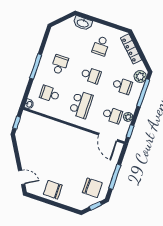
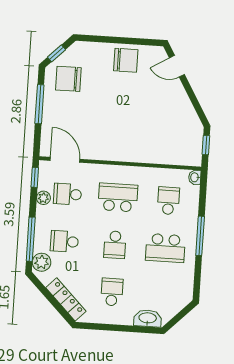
school desk: (60, 65) -> (165, 248), width x1.85
school desk: (91, 75) -> (115, 245), turned -90
school desk: (50, 94) -> (168, 201), turned -90
school desk: (81, 104) -> (118, 197), turned 90

